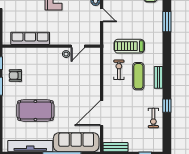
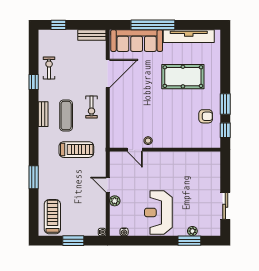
row of seats: (30, 38) -> (189, 158), removed
door: (78, 46) -> (135, 150), swing flipped
exercise bike: (119, 70) -> (91, 107), moved

